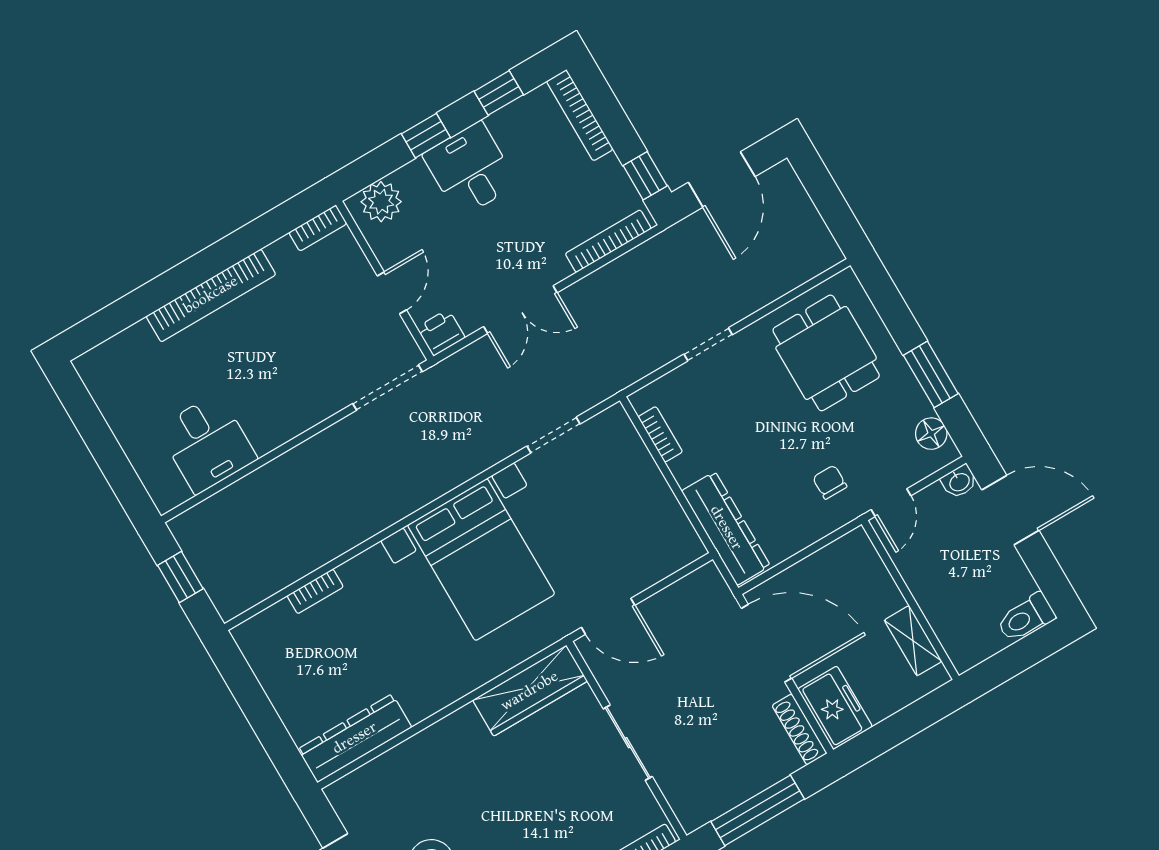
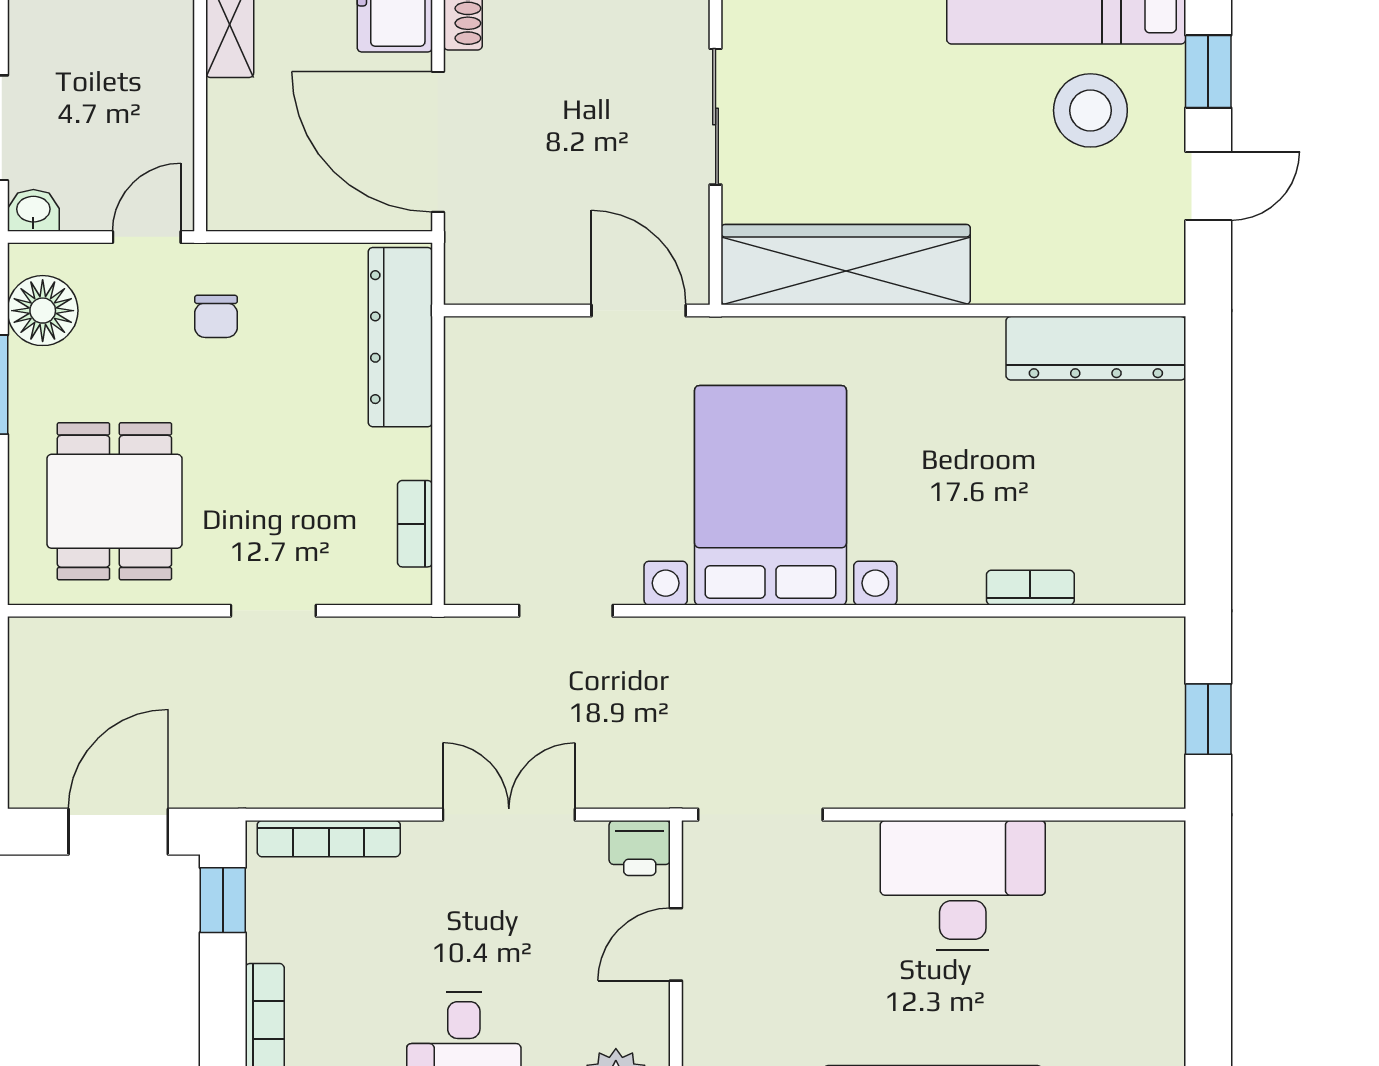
floor lamp: (931, 434) -> (43, 311), width x1.38, depth x1.38
desk: (207, 443) -> (963, 885), moved, width x1.37
wardrobe: (530, 691) -> (846, 265), width x1.40, depth x1.17

